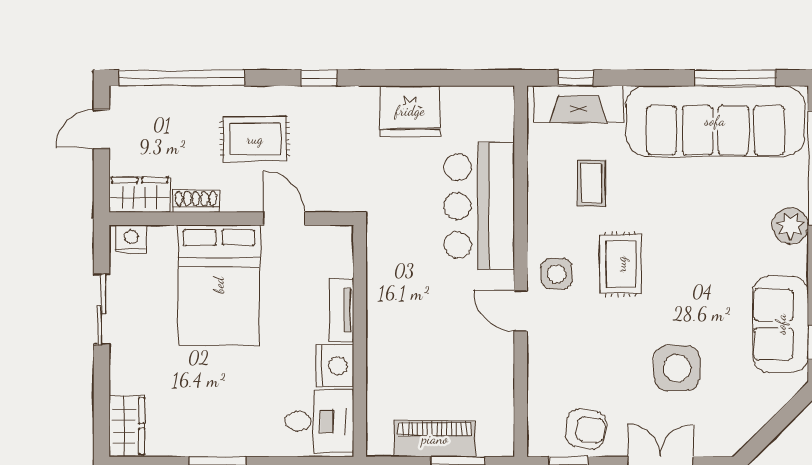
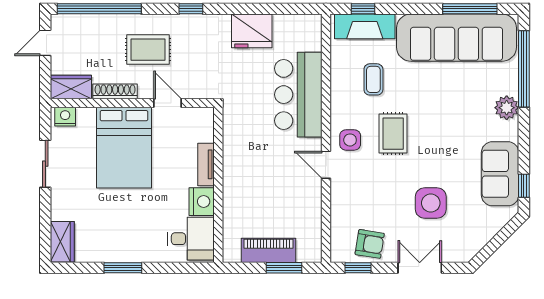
shoe rack: (196, 201) -> (115, 91), width x1.43

